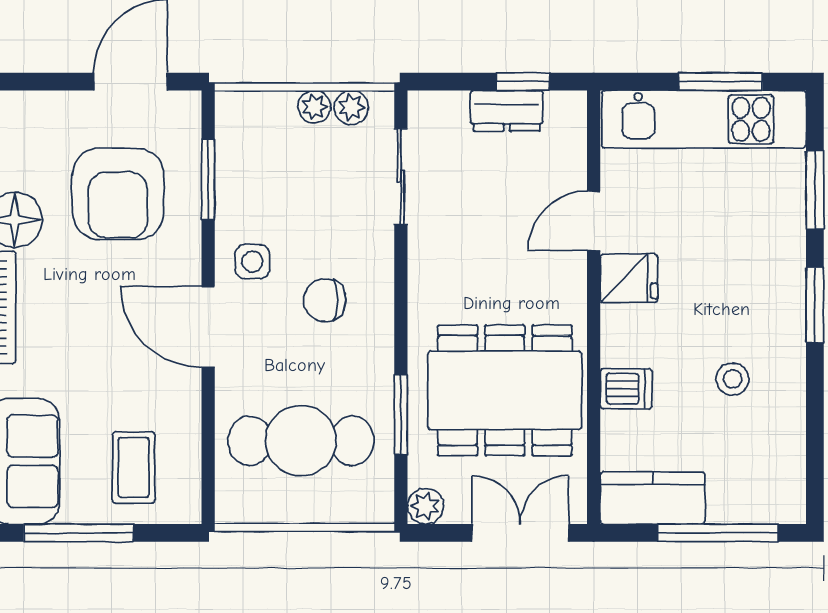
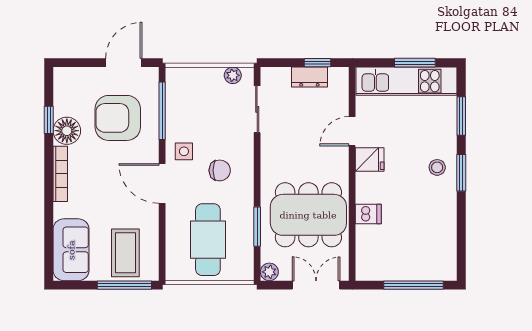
plant: (314, 107) -> (215, 75), removed
window: (208, 179) -> (162, 111), width x1.44
armchair: (118, 194) -> (118, 118), turned 90
chair: (325, 300) -> (220, 170), turned 180
stool: (733, 379) -> (437, 167), moved
cafe table: (301, 441) -> (208, 240), turned 90
coffee table: (134, 467) -> (125, 253), width x1.36, depth x1.30
kitchen counter: (653, 498) -> (381, 268), removed
window: (79, 533) -> (124, 285), moved

